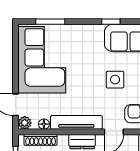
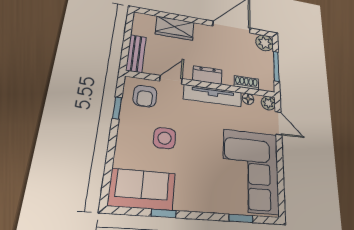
window: (50, 22) -> (241, 218), width x0.67
shoe rack: (41, 140) -> (246, 83), width x0.70

